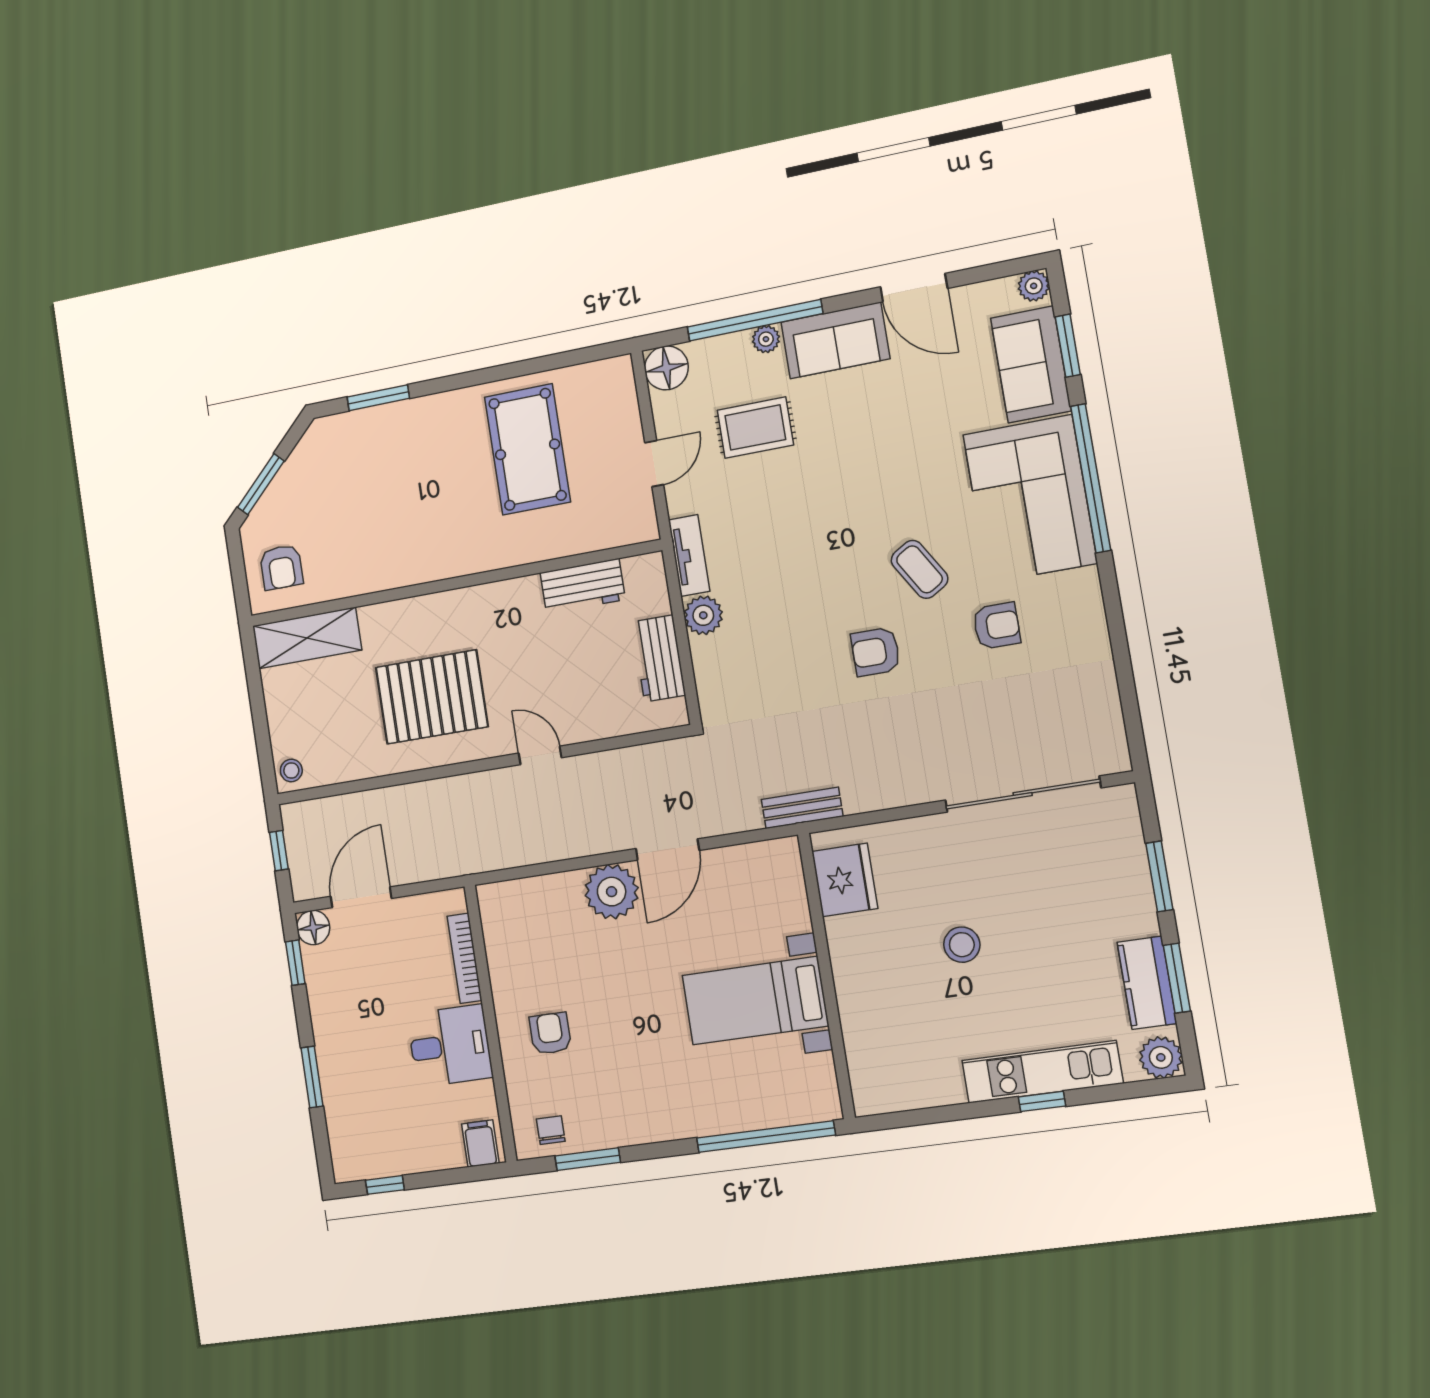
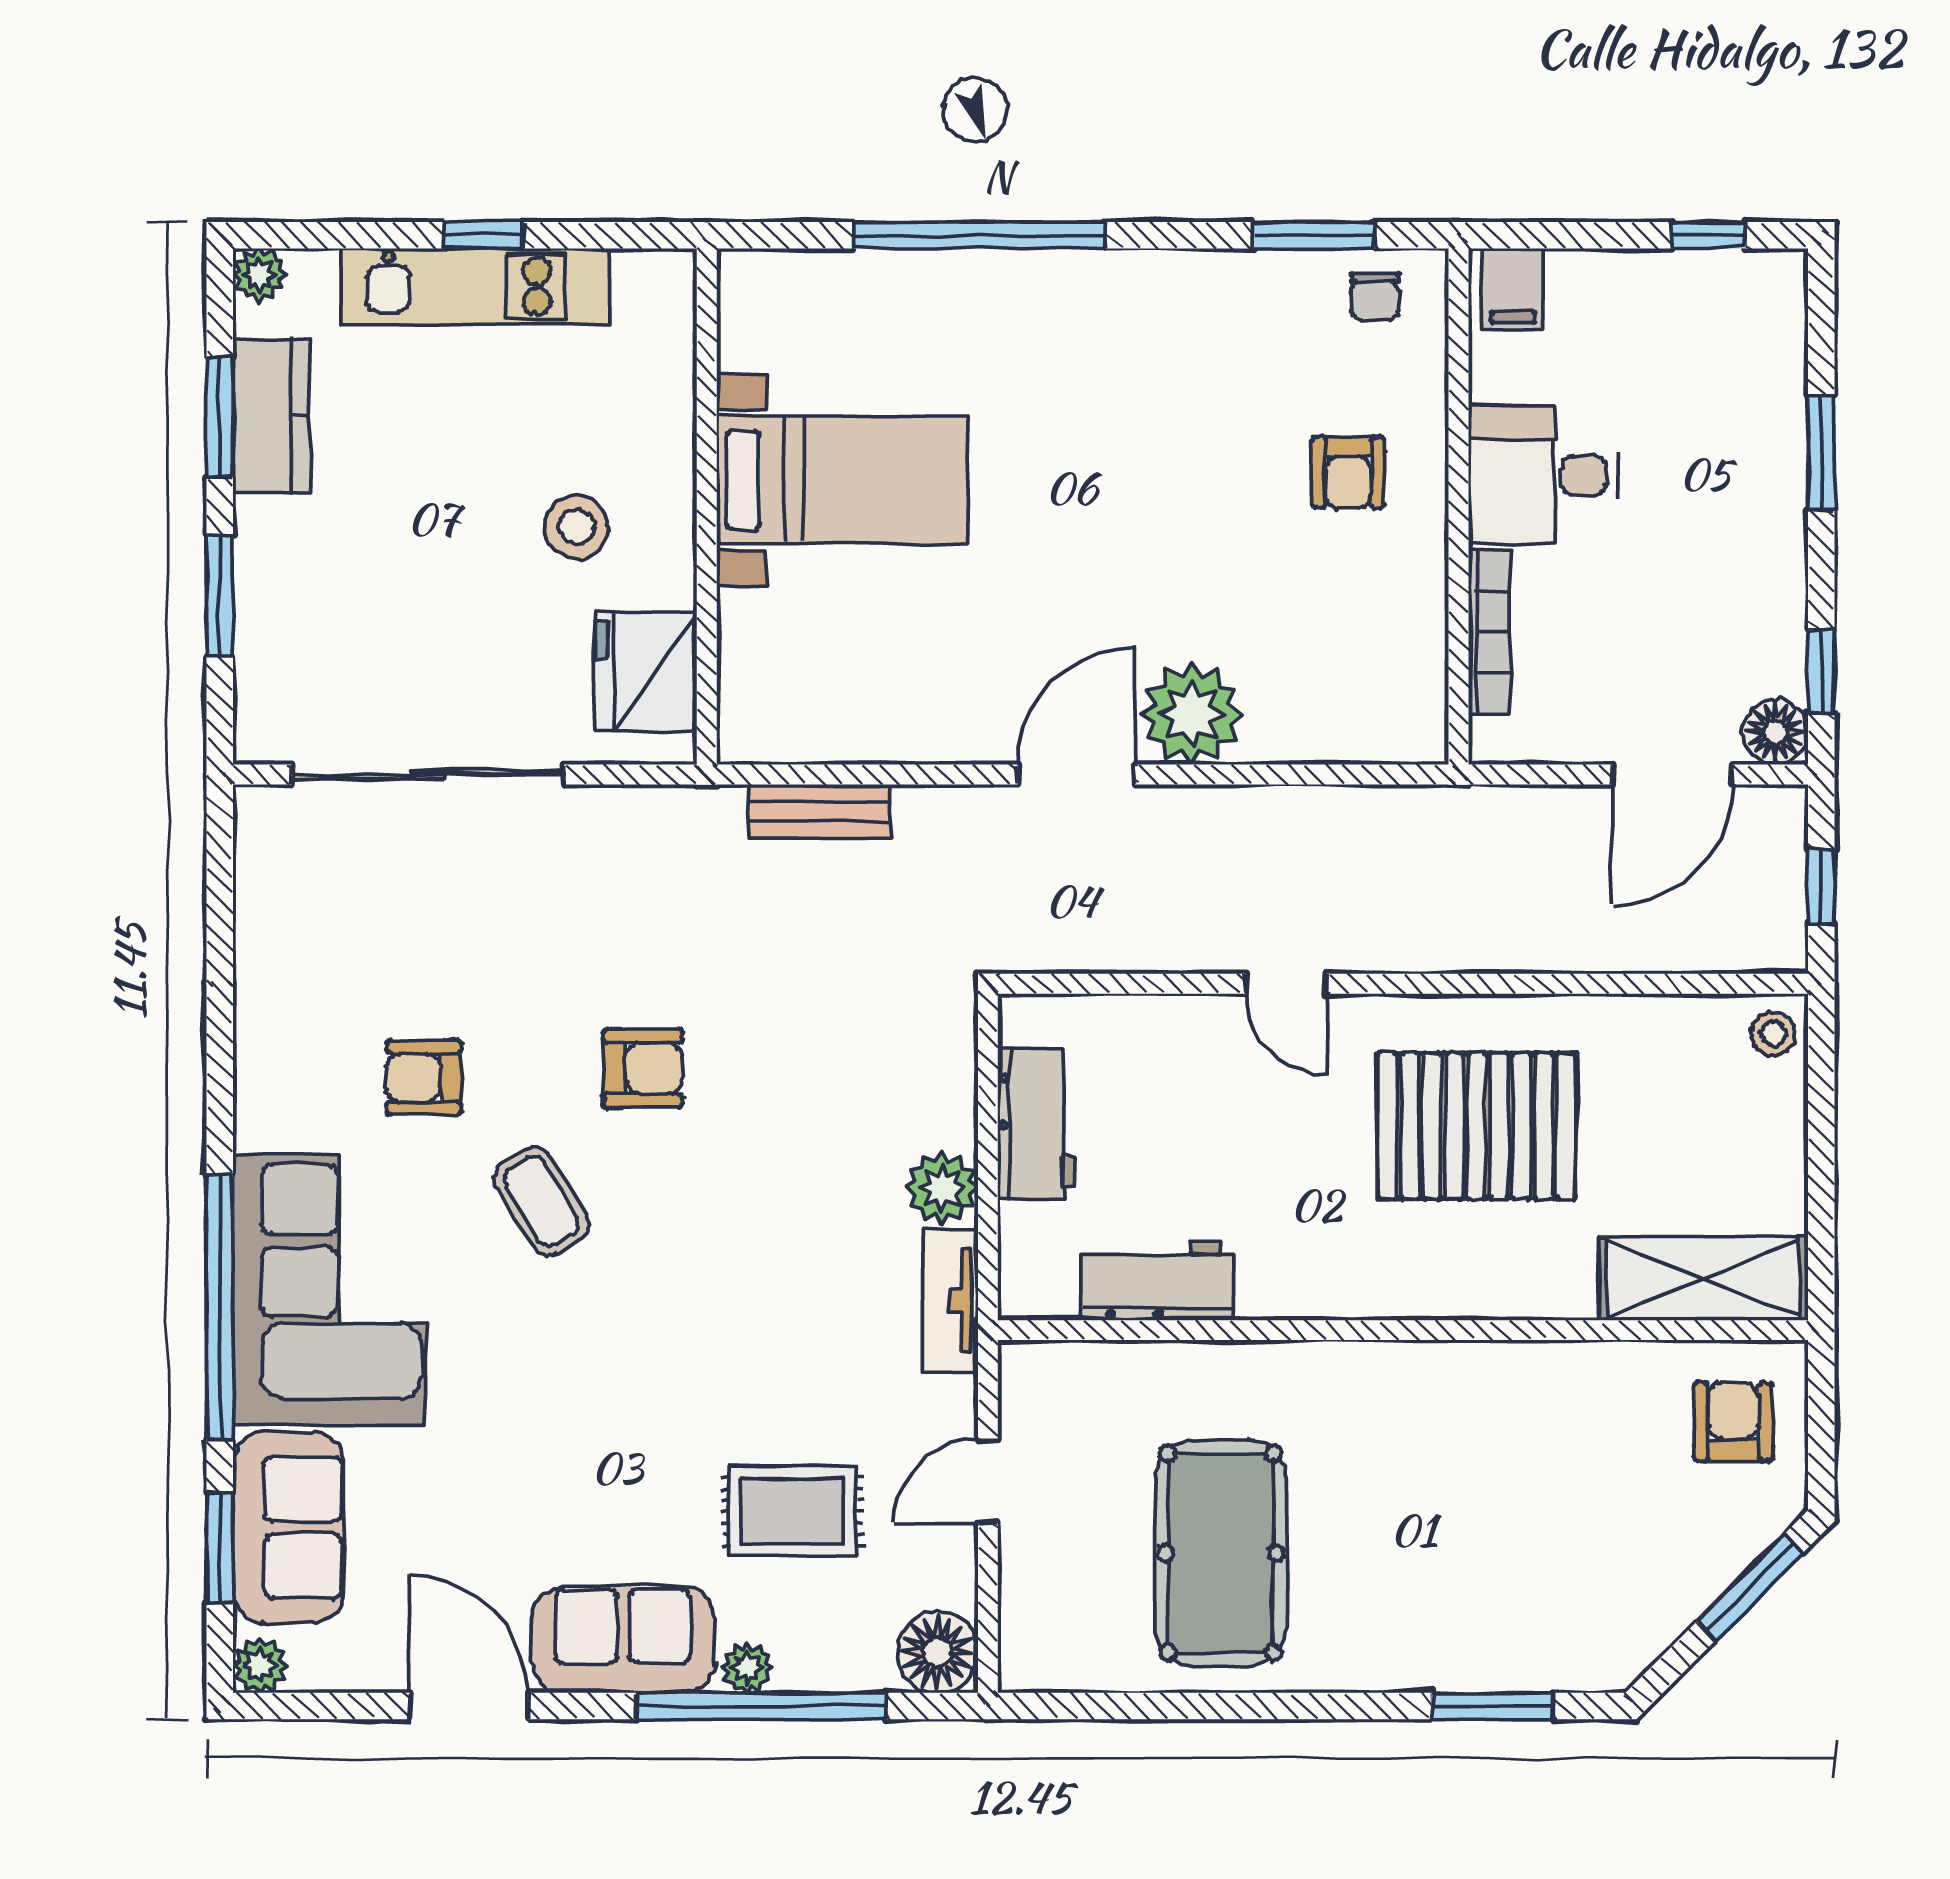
fridge: (845, 880) -> (646, 672), moved
wall: (826, 976) -> (707, 507), moved
bed with nightstands: (755, 1001) -> (842, 480), moved
plant: (1161, 1057) -> (259, 275), width x0.73, depth x0.73

